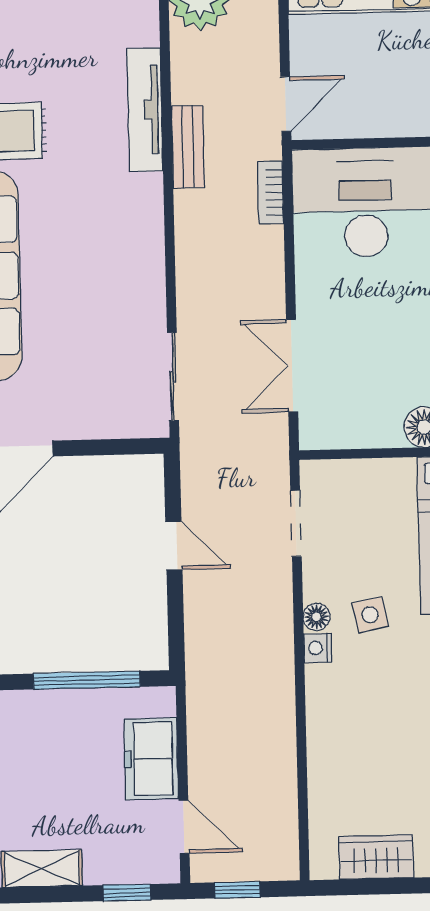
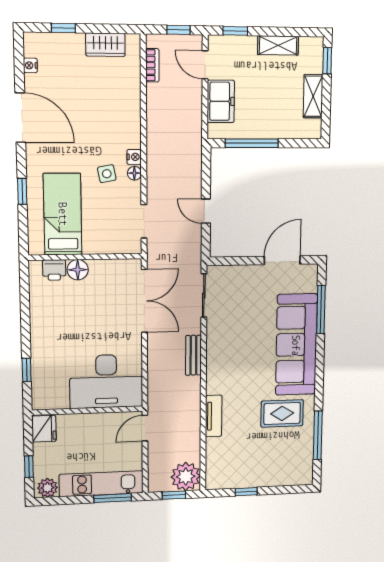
tv unit: (145, 110) -> (214, 416), width x0.71
bench: (188, 147) -> (193, 355), moved
bookcase: (271, 192) -> (152, 65), moved
double door: (292, 366) -> (144, 301), width x1.37

